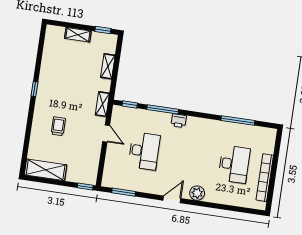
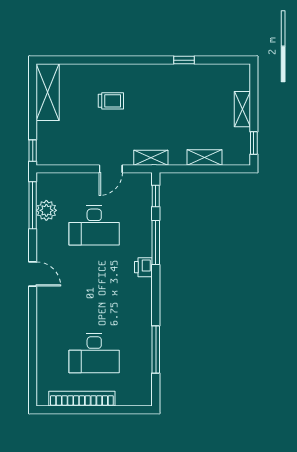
window: (34, 89) -> (184, 60), moved
window: (124, 192) -> (33, 205), width x1.44
plant: (197, 193) -> (46, 210), moved

